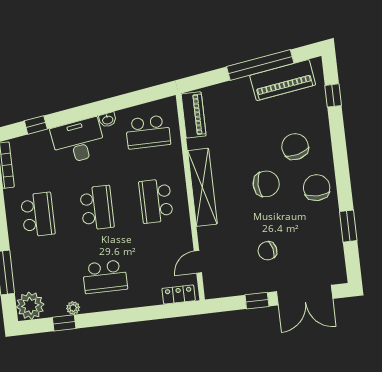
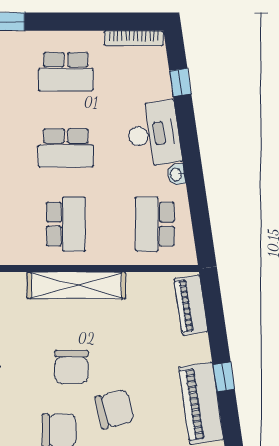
window: (260, 65) -> (224, 377), width x0.32
piano: (194, 115) -> (191, 305), moved, turned 82
school desk: (156, 201) -> (66, 224), turned 90

